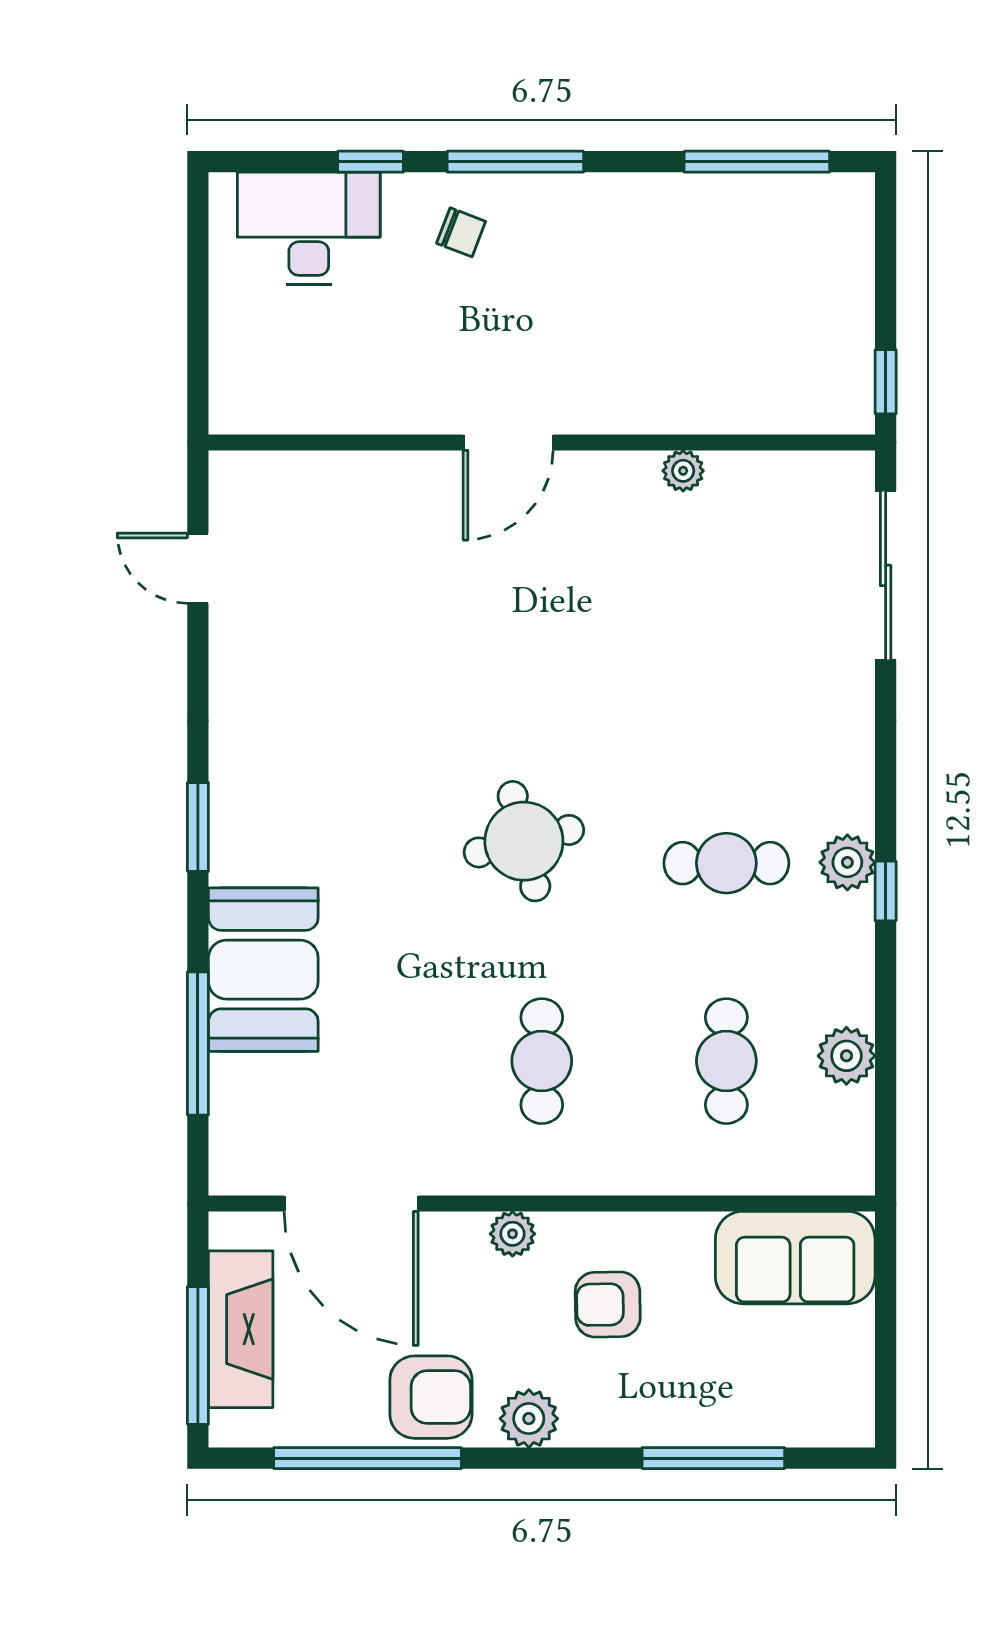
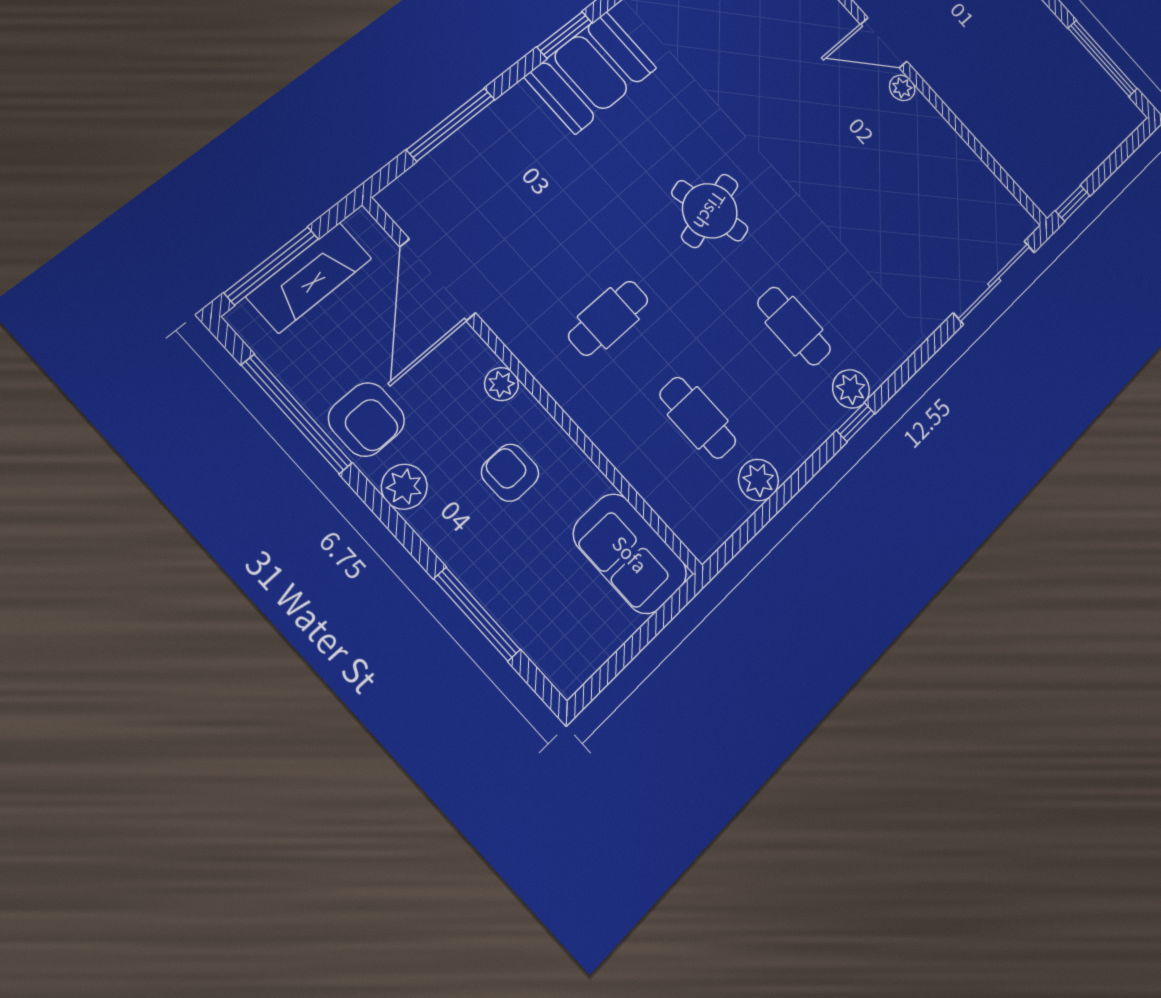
plant: (683, 471) -> (902, 88), moved
booth: (263, 970) -> (591, 72), moved
cafe table: (726, 1061) -> (698, 418), turned 90

